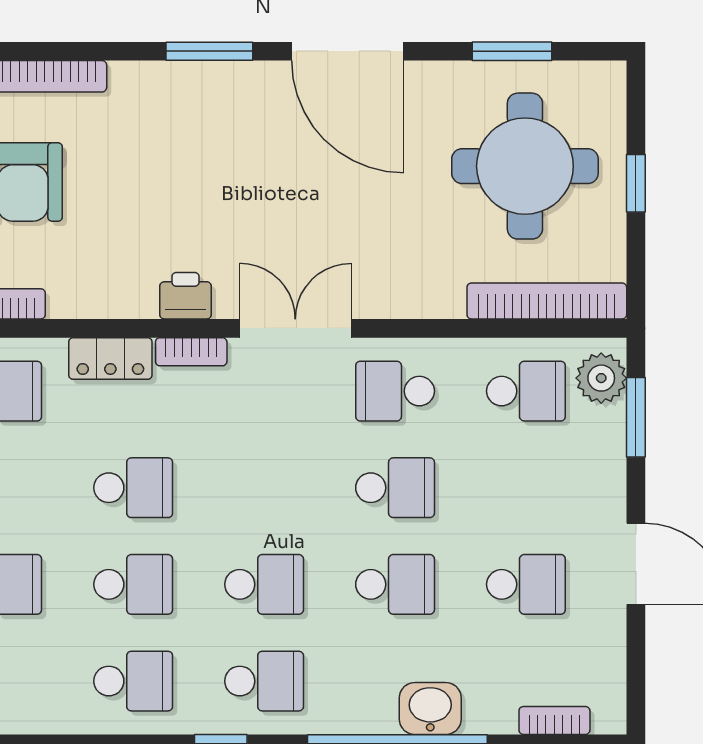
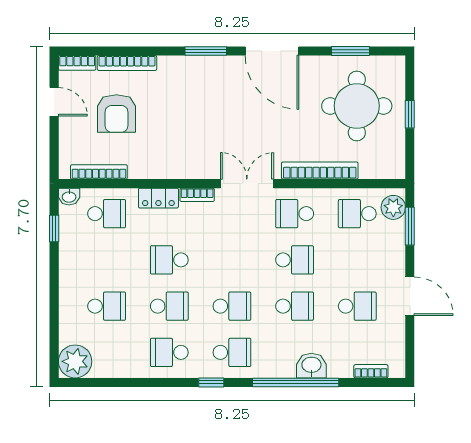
printer: (186, 296) -> (194, 168), removed
bookcase: (547, 301) -> (320, 171), moved
school desk: (526, 391) -> (357, 214), turned 180
school desk: (133, 488) -> (169, 260), turned 180
school desk: (133, 681) -> (169, 352), turned 180

